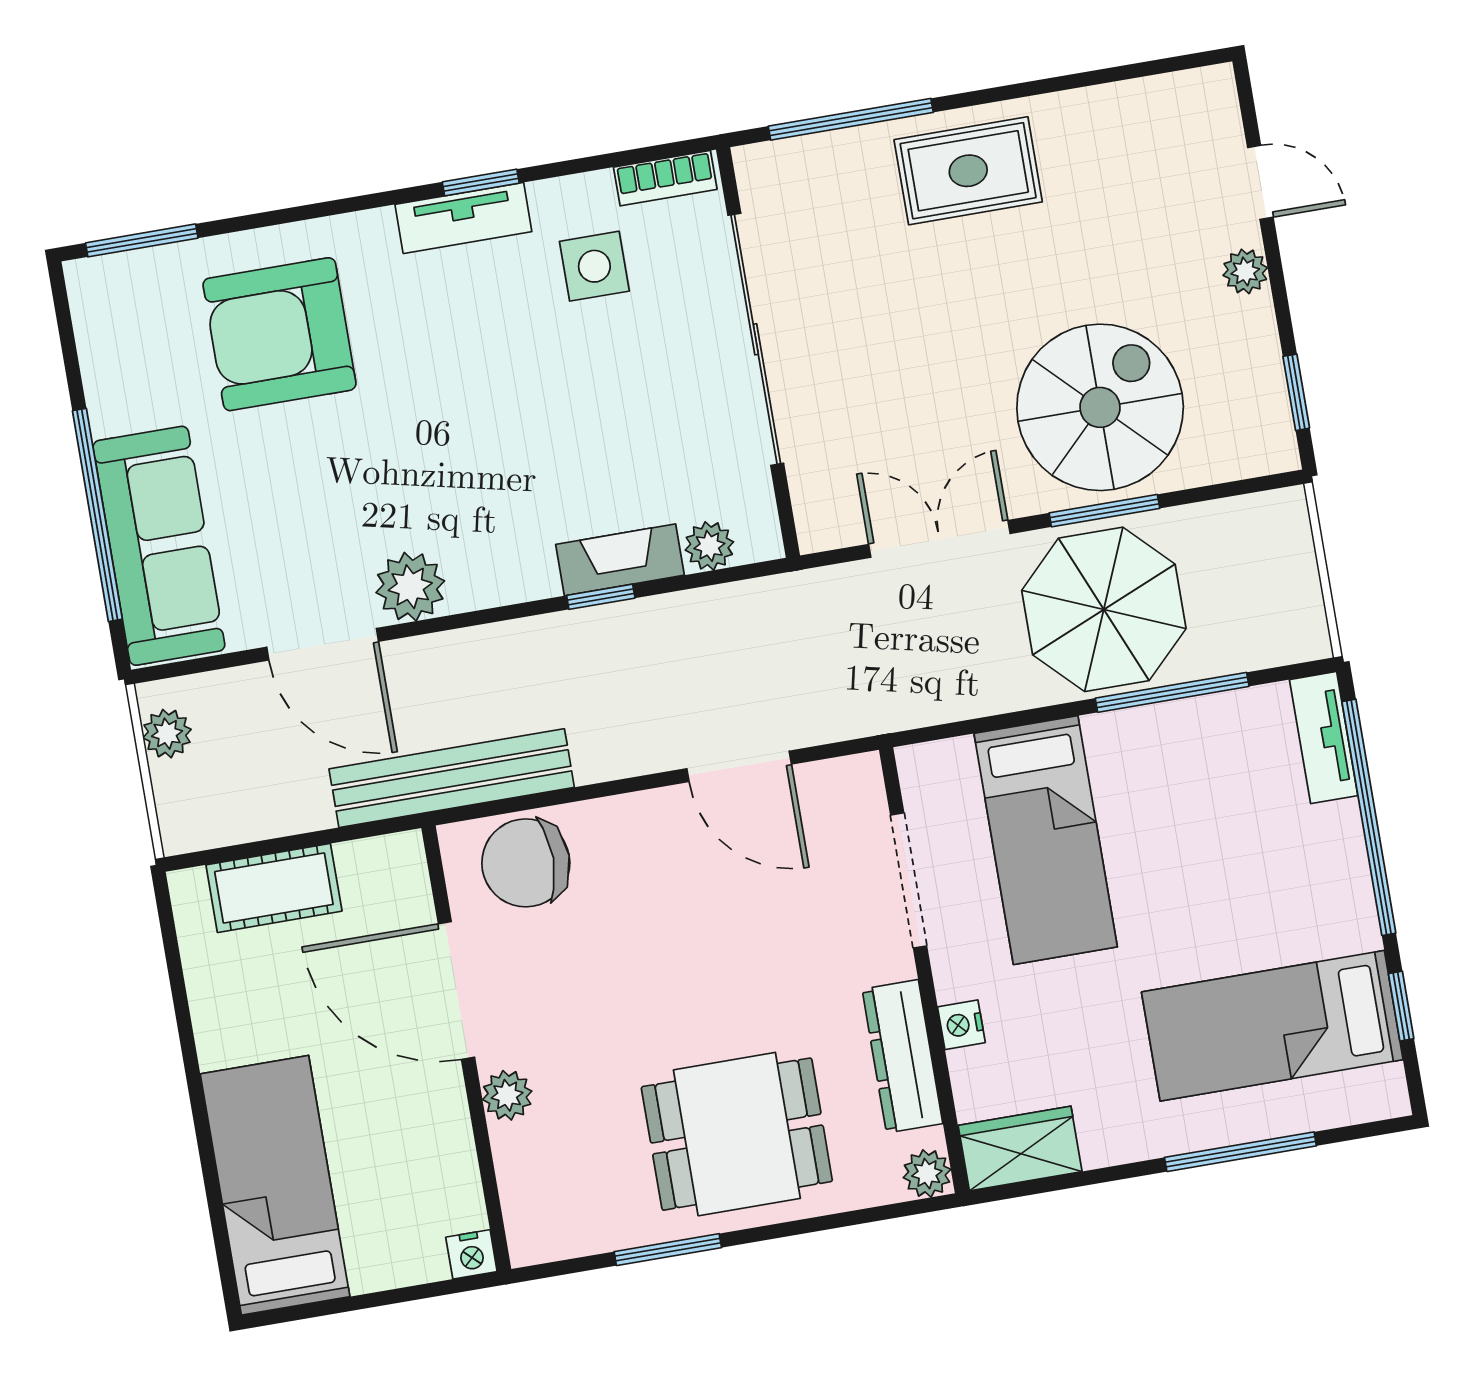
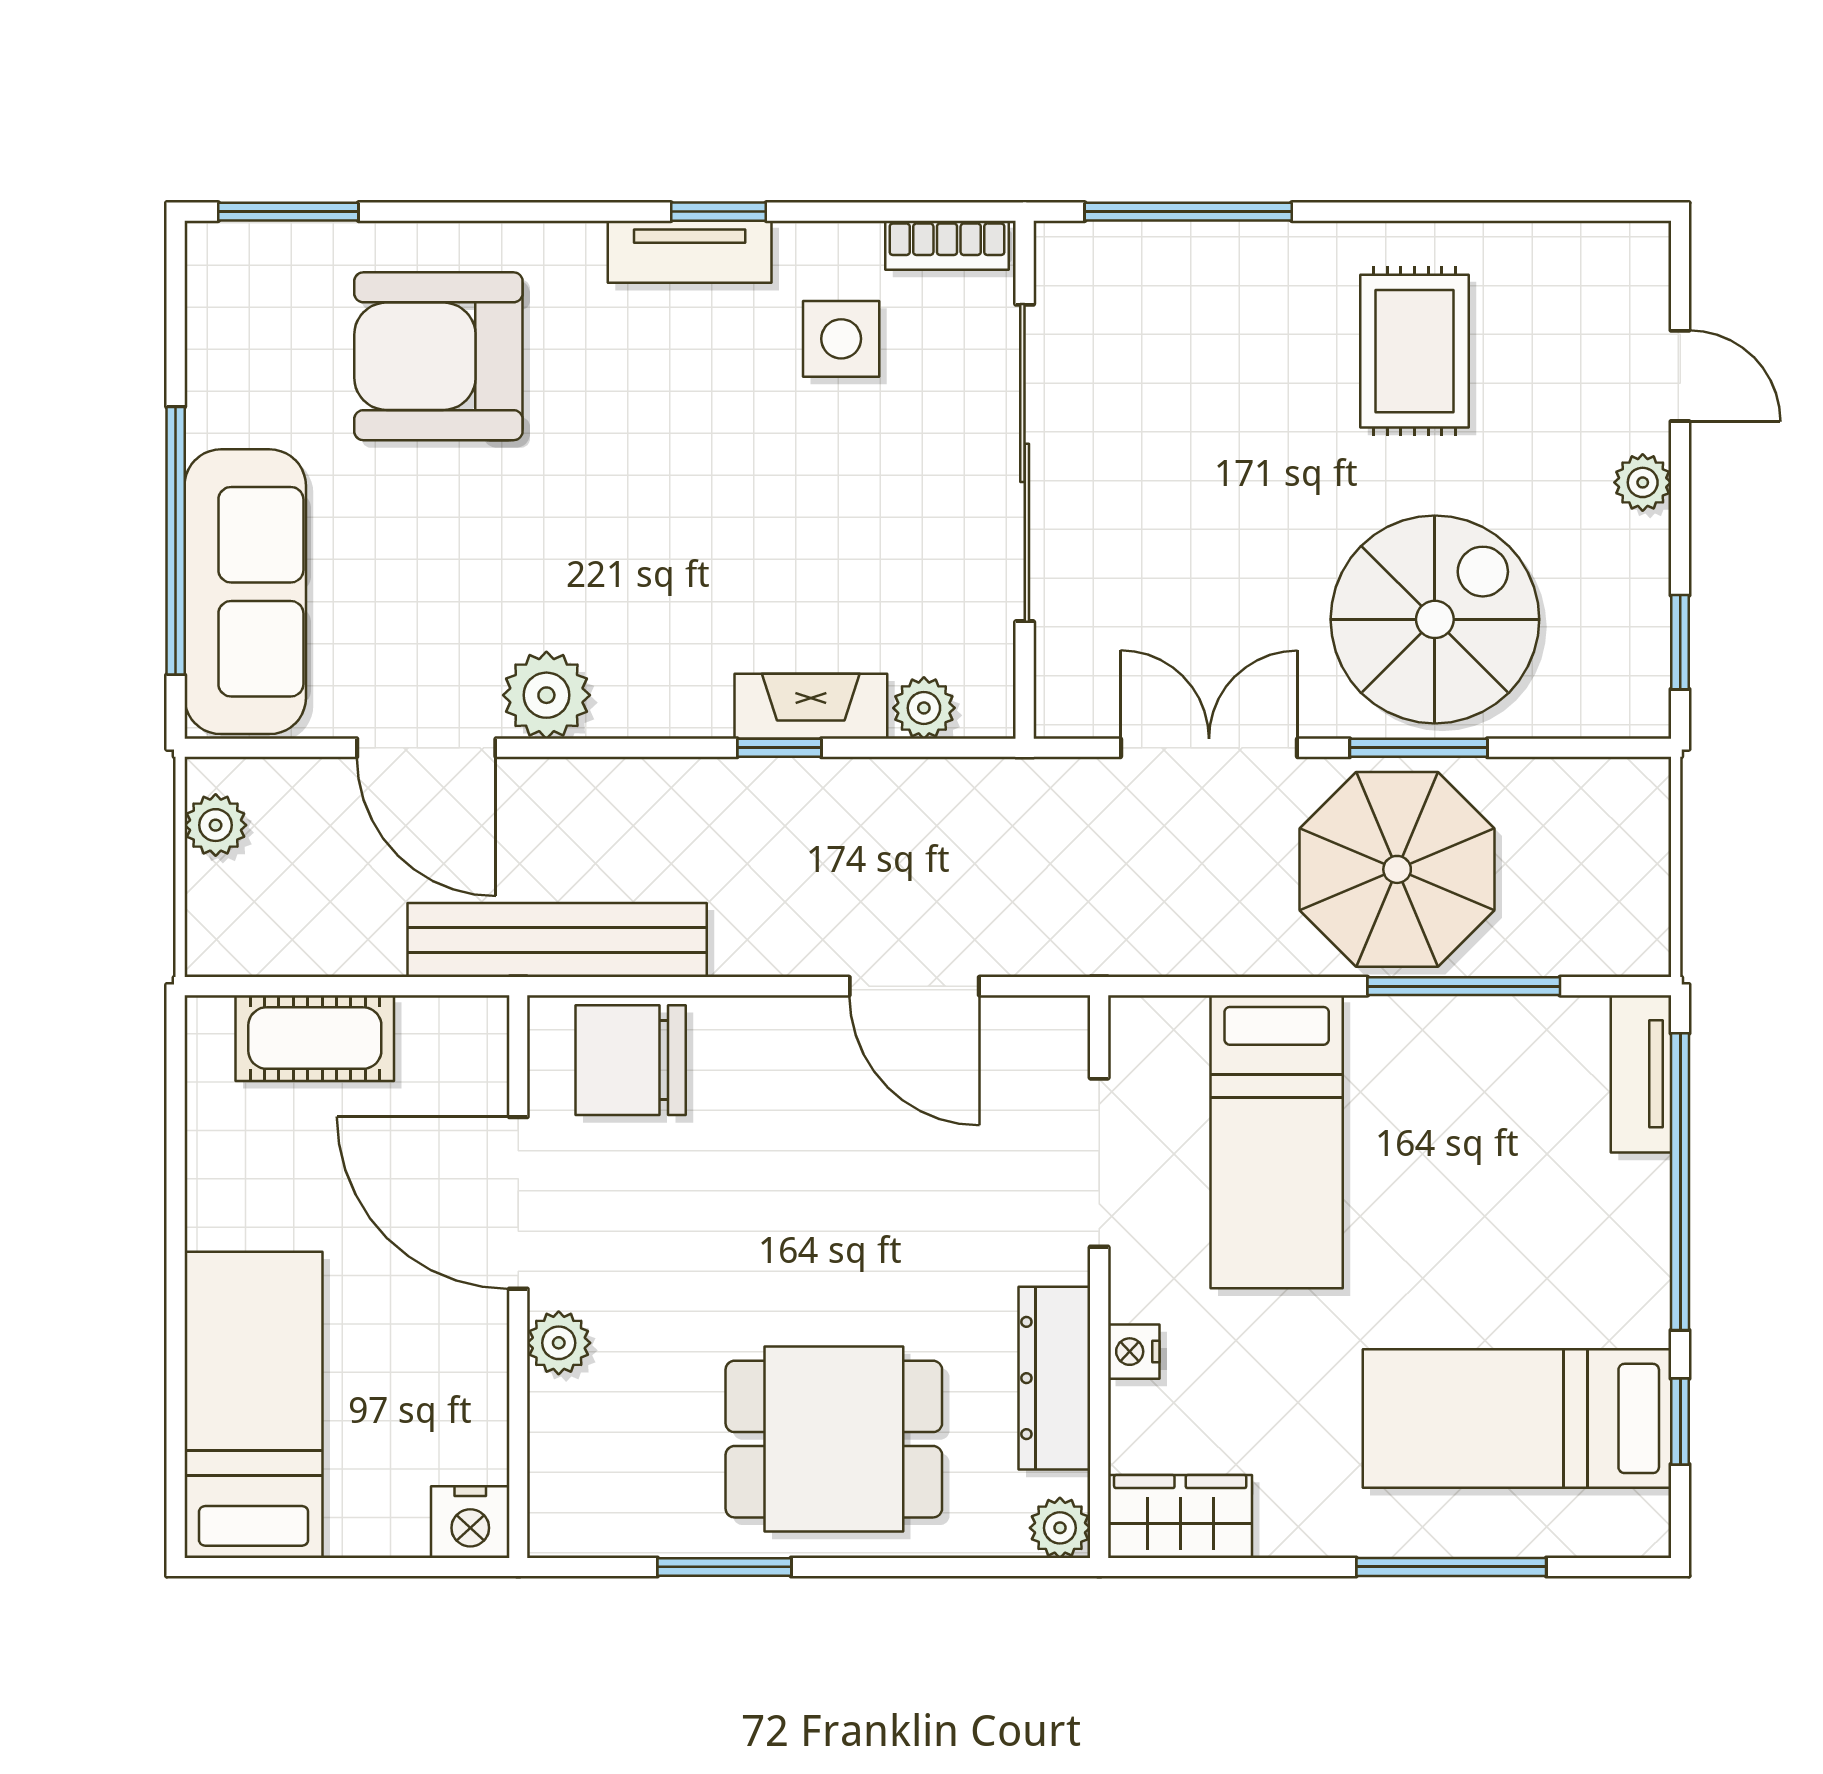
rug: (968, 171) -> (1415, 351), moved, turned 90
nightstand: (471, 1254) -> (470, 1522), width x1.39, depth x1.35

